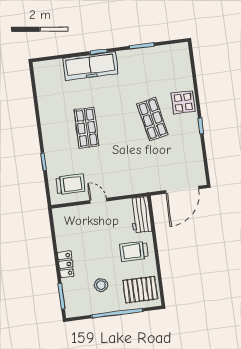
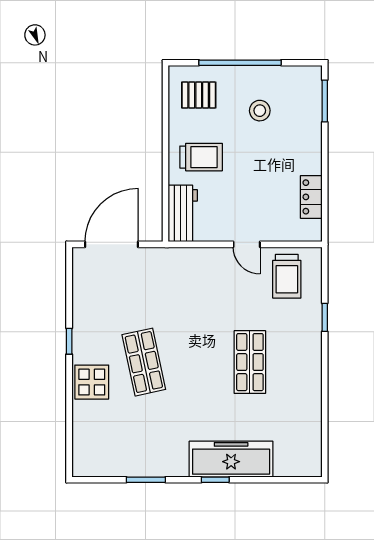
trolley: (71, 184) -> (287, 276), turned -90
locker: (66, 264) -> (311, 197), moved
pallet: (140, 290) -> (199, 95), width x0.67, depth x0.71

